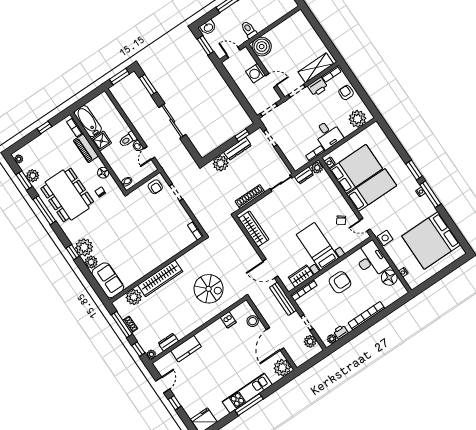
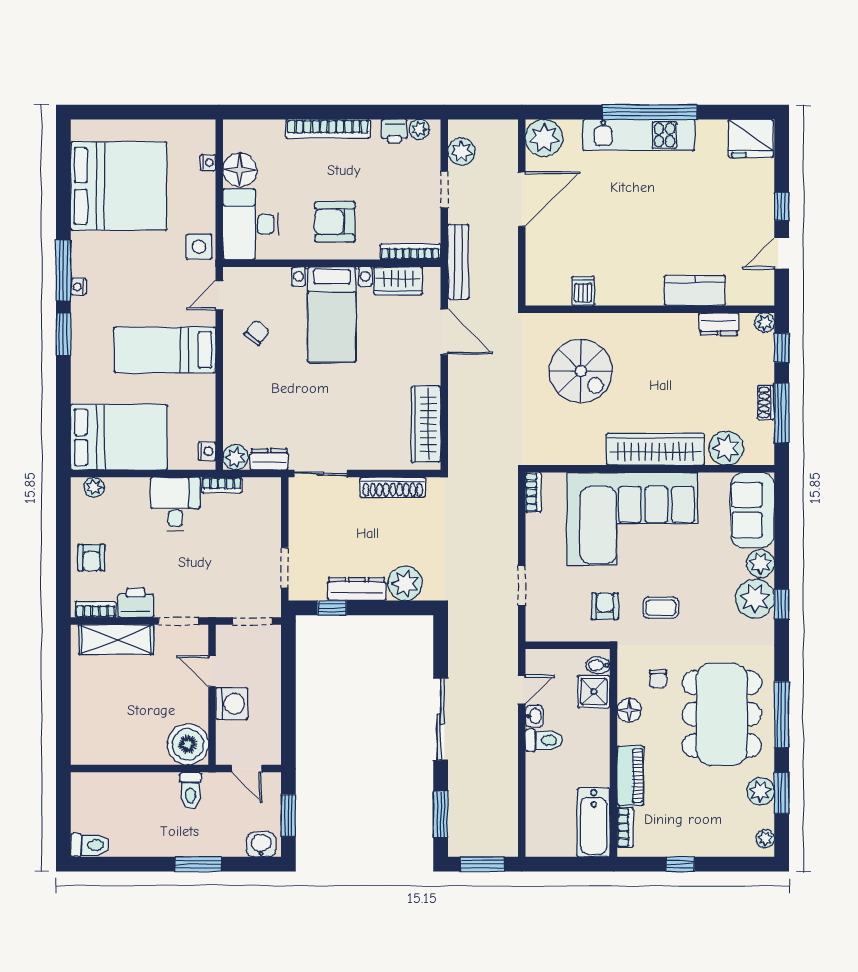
plant: (357, 119) -> (94, 487), width x0.53, depth x0.53
shower: (101, 141) -> (594, 692), moved
bed: (356, 169) -> (119, 437), moved, turned 180
armchair: (155, 187) -> (605, 606), moved
coffee table: (118, 220) -> (661, 608), added
door: (365, 225) -> (219, 296), swing flipped
corner sofa: (151, 246) -> (632, 519), added
spiral stairs: (209, 289) -> (581, 371), turned 180
stool: (253, 321) -> (541, 259), removed
window: (249, 405) -> (649, 112), width x1.46

